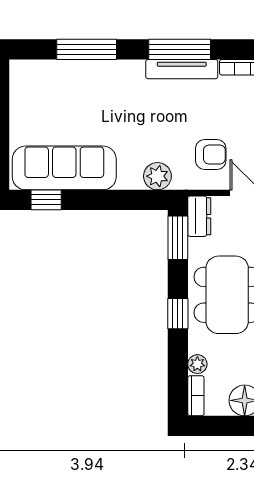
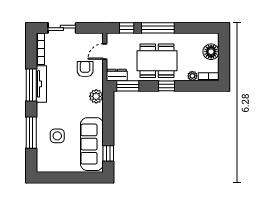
side table: (80, 100) -> (57, 136), added

